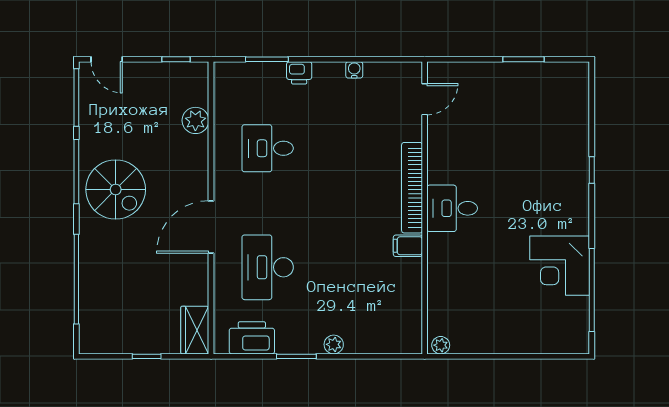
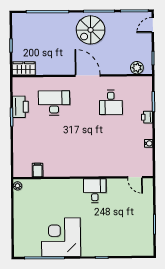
plant: (195, 120) -> (137, 68), moved
desk: (268, 148) -> (111, 102), turned 180
bookcase: (412, 188) -> (93, 172), removed
desk: (452, 208) -> (95, 191), moved
door: (211, 227) -> (88, 76), moved
filing cabinet: (408, 246) -> (38, 170), moved
corner desk: (560, 266) -> (61, 237), width x1.36, depth x1.36
printer: (252, 338) -> (20, 107), moved
plant: (334, 344) -> (17, 135), removed

